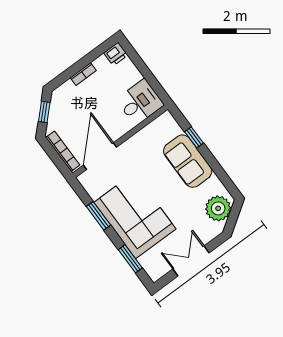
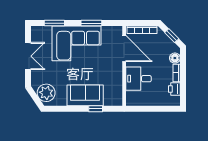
printer: (116, 54) -> (174, 89), moved
floor lamp: (67, 89) -> (175, 58), added
desk: (140, 102) -> (138, 79), moved, turned 90

